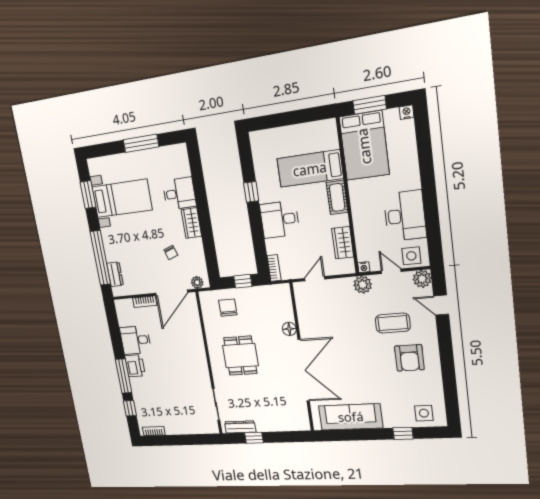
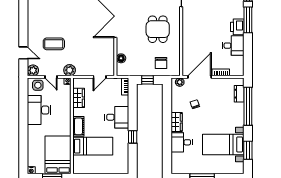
floor lamp: (289, 329) -> (121, 58), moved
armchair: (409, 358) -> (46, 20), removed

